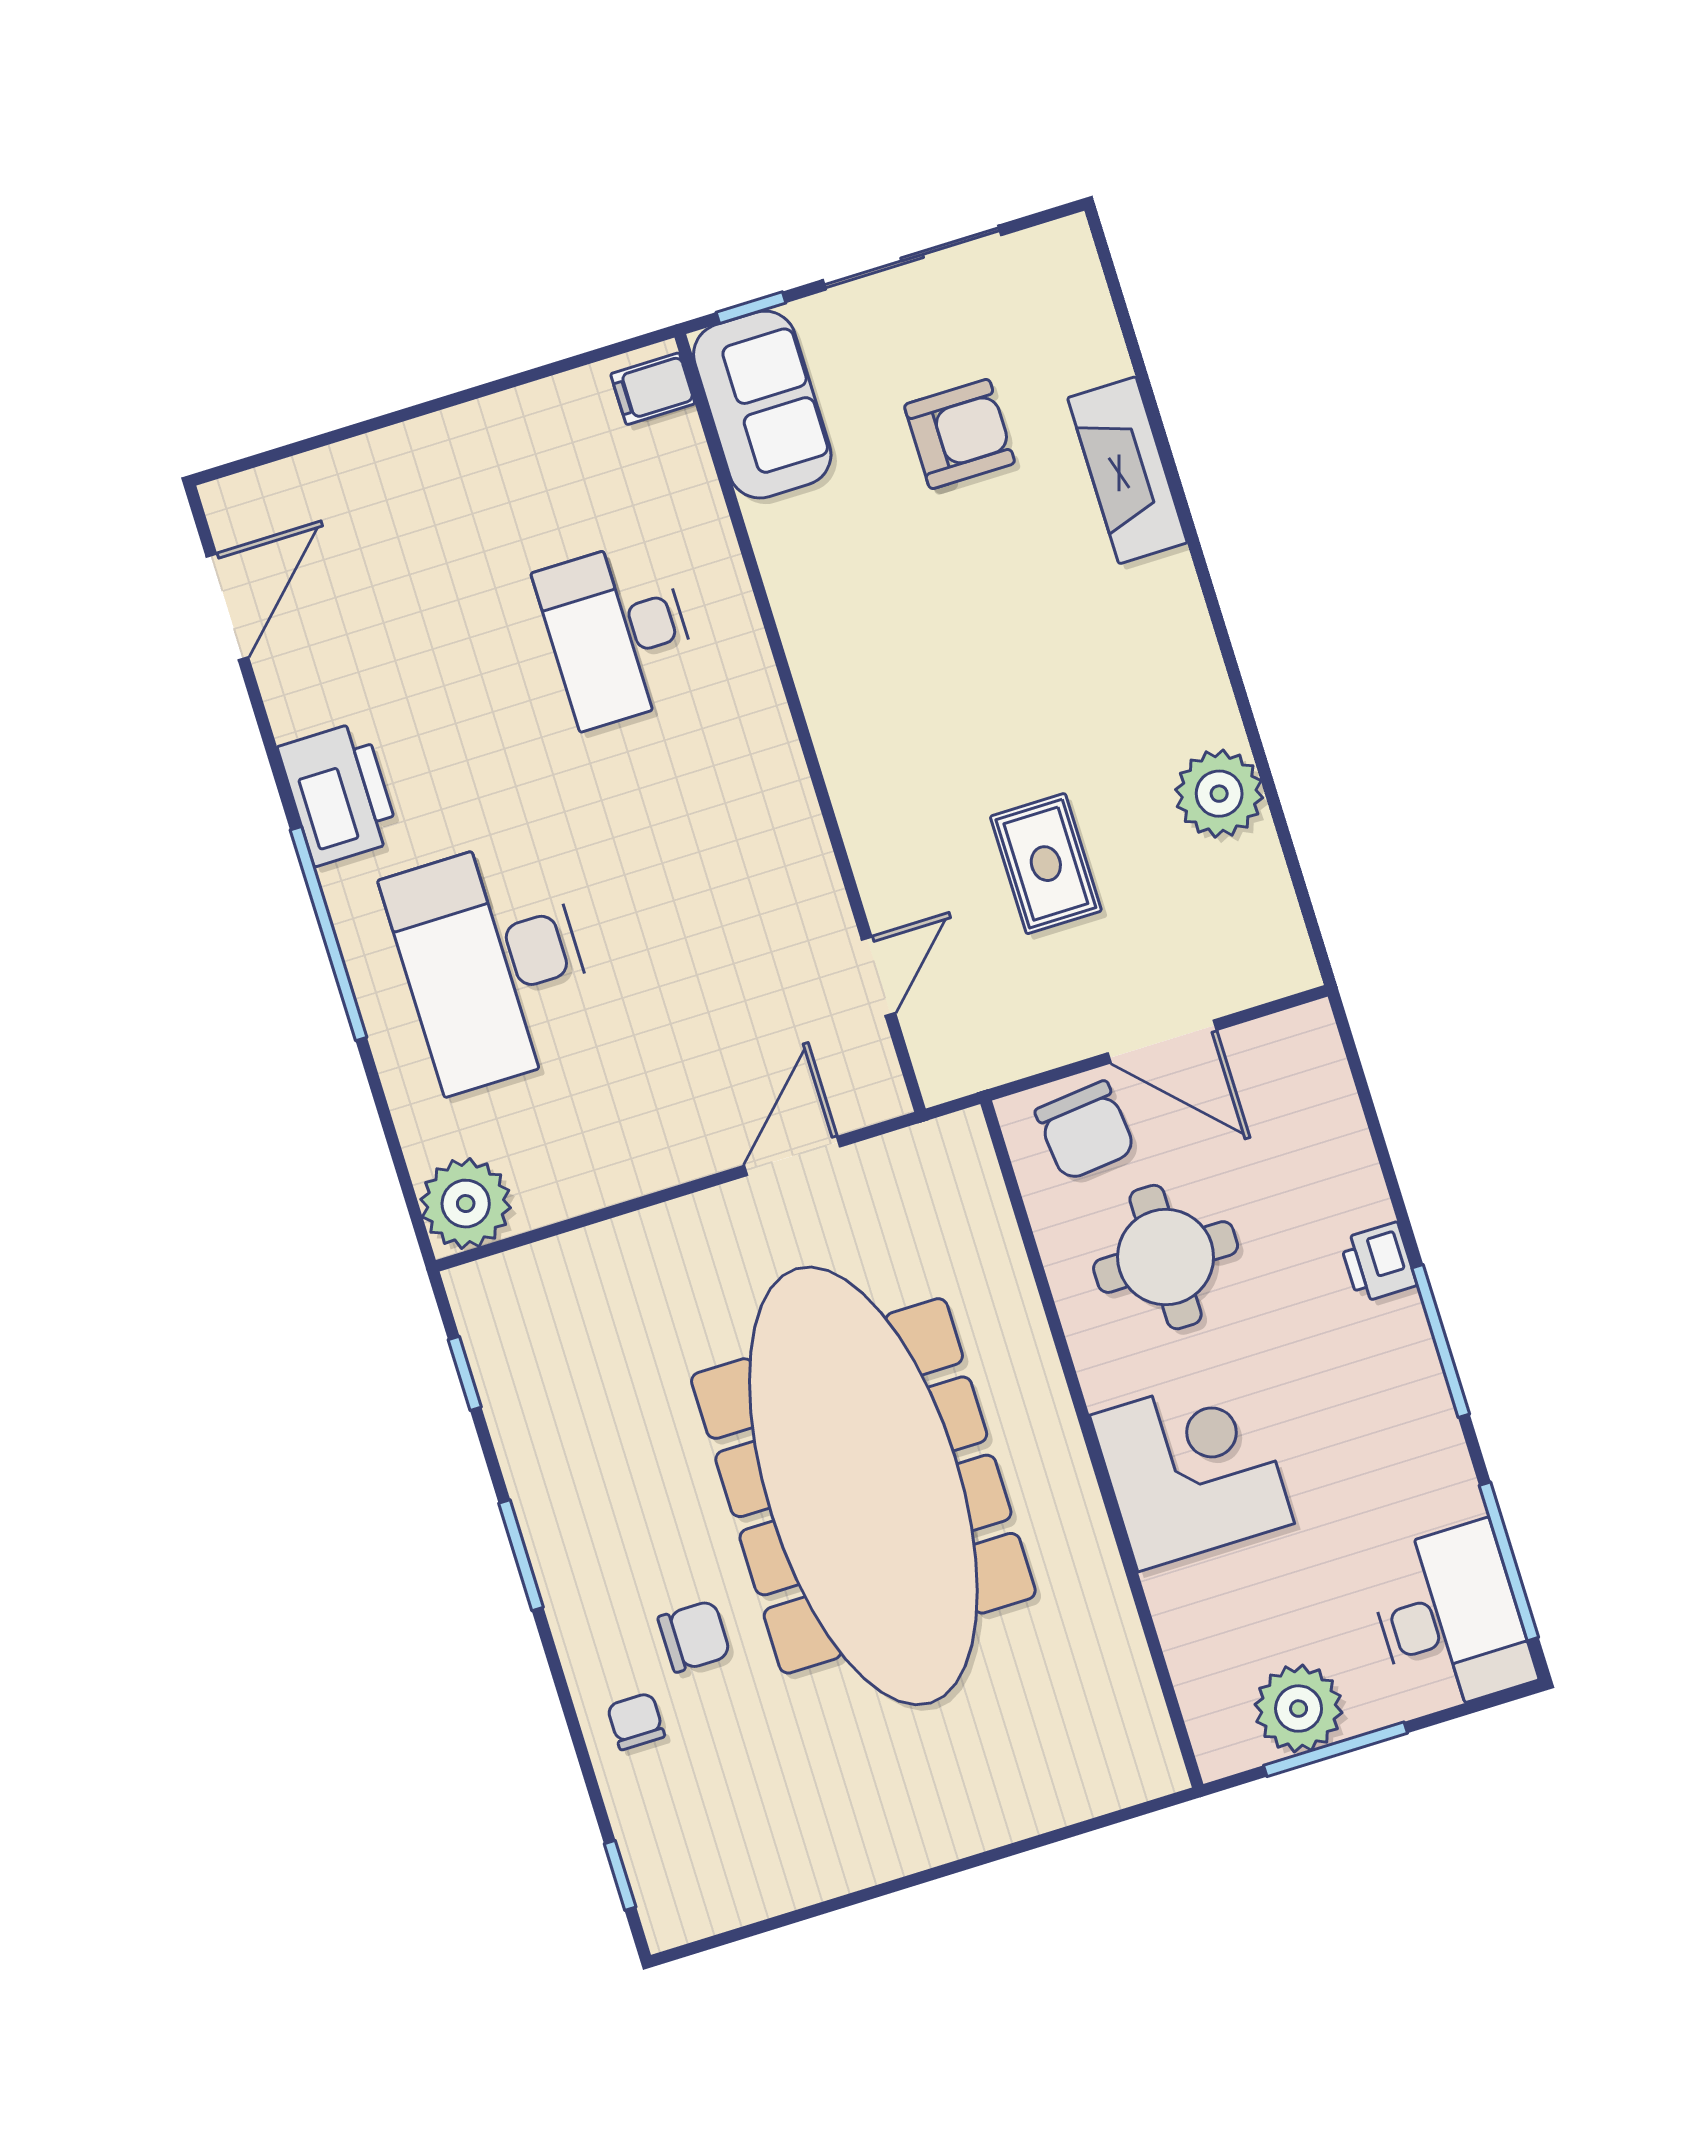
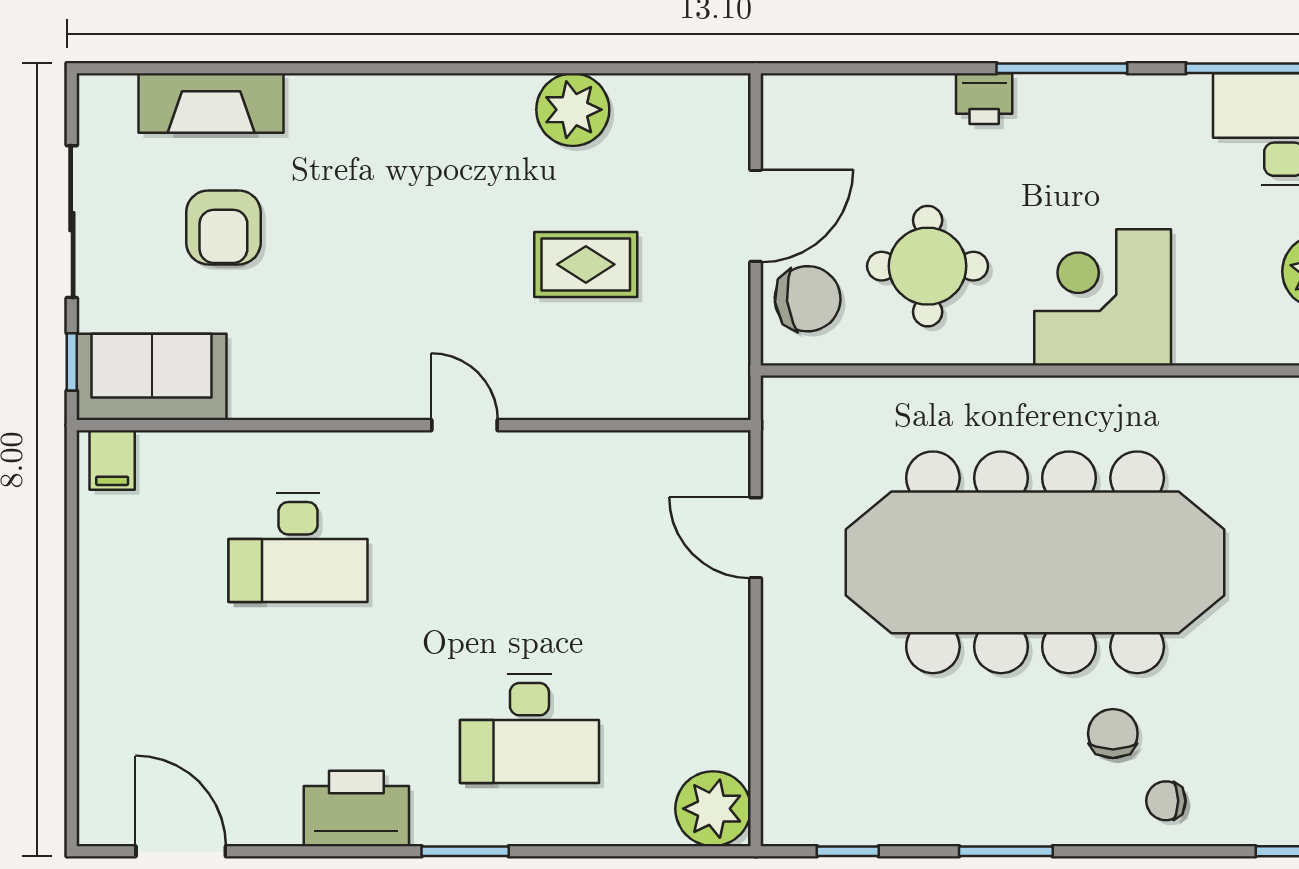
armchair: (959, 434) -> (223, 227), turned 180
fireplace: (1127, 470) -> (211, 103), moved
window: (329, 934) -> (465, 851), width x0.47
desk: (492, 964) -> (529, 729), width x0.73, depth x0.77
door: (878, 976) -> (465, 425), moved

